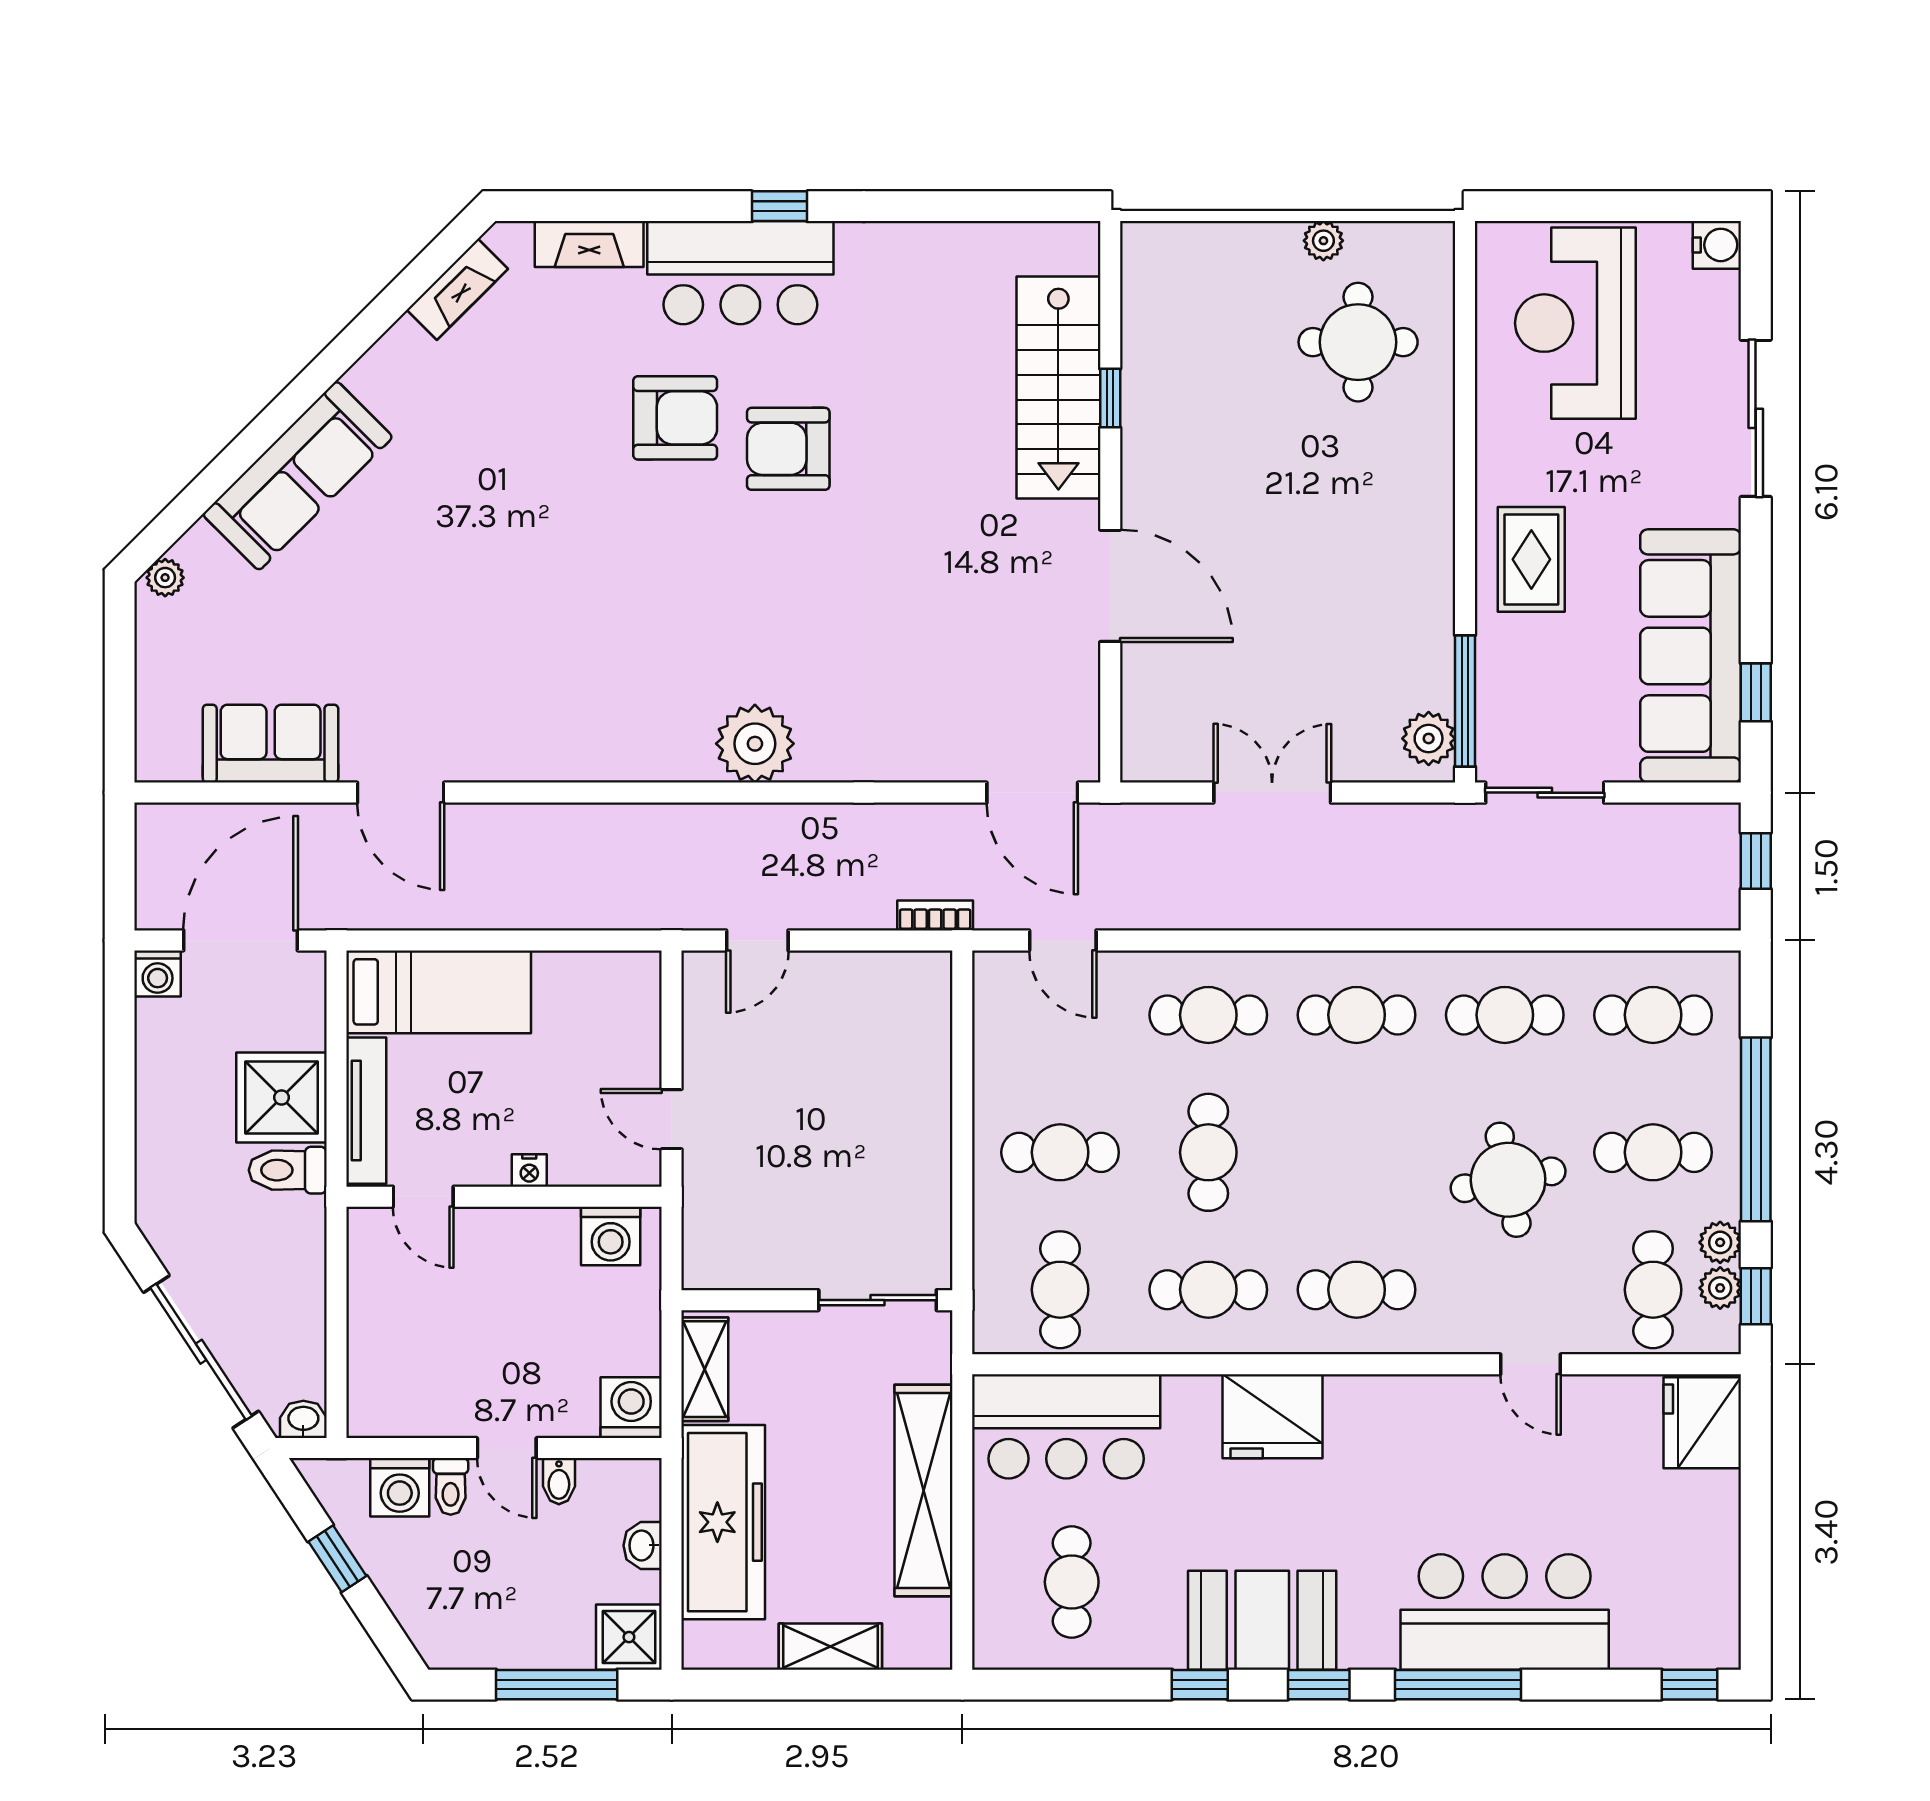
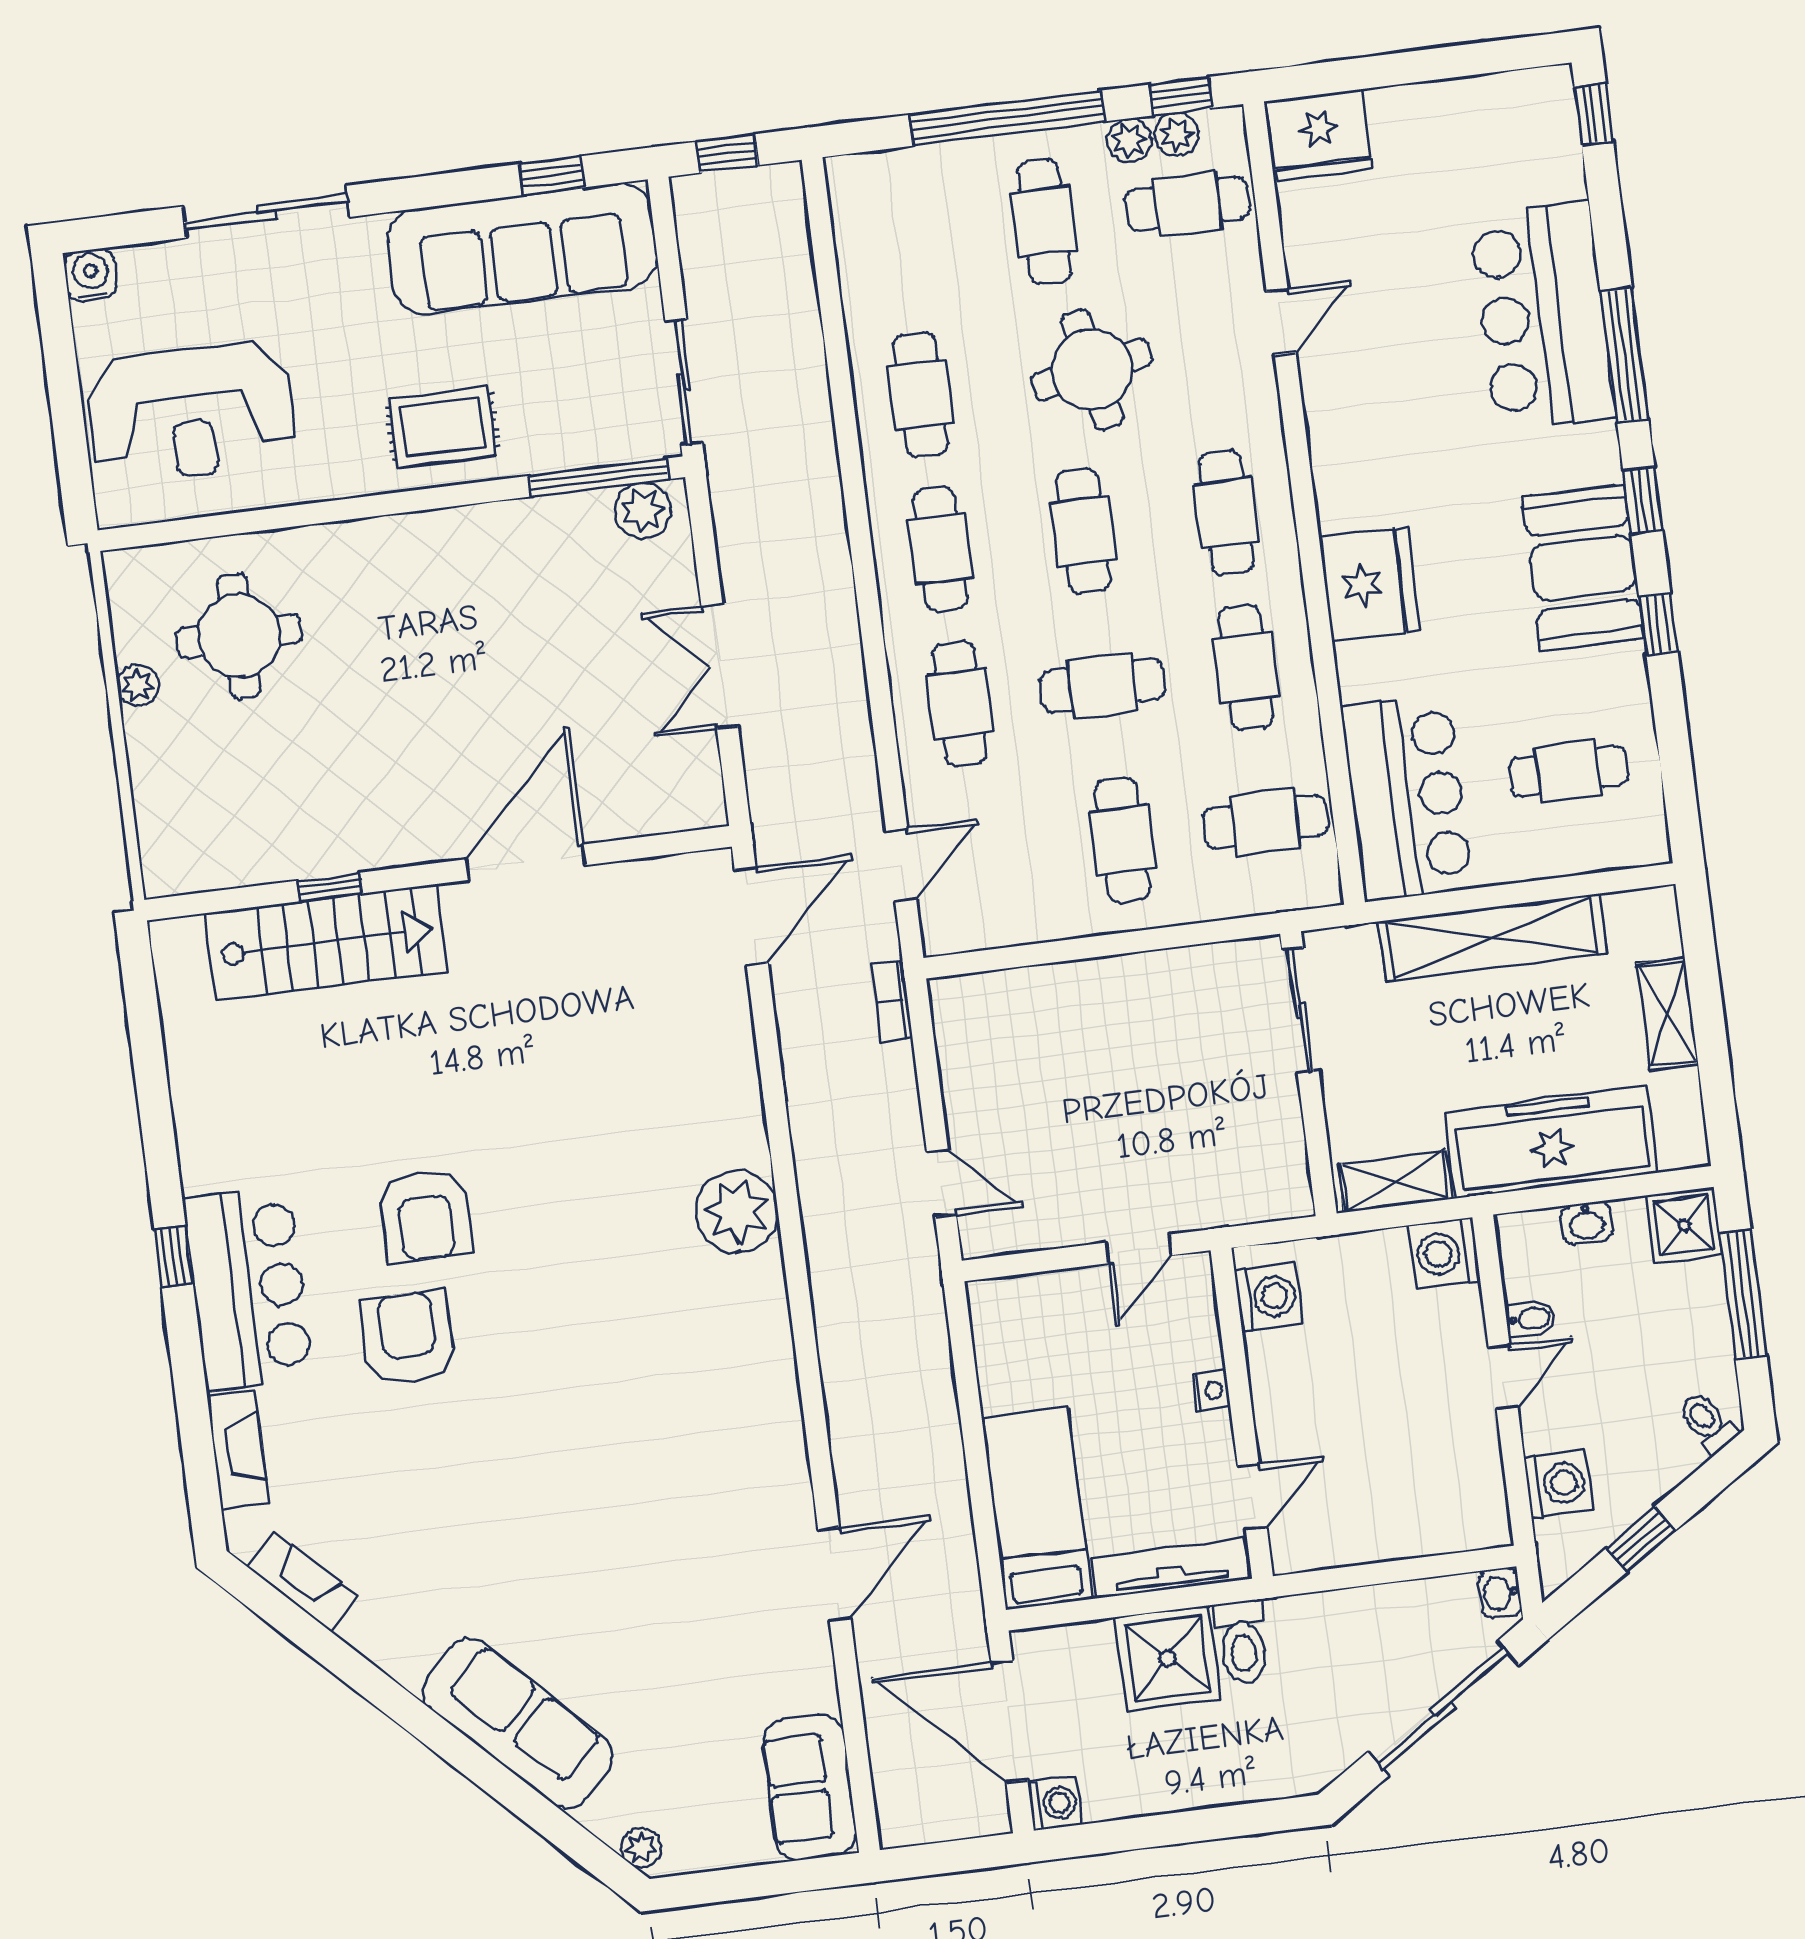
sofa: (271, 744) -> (809, 1787), moved
cafe table: (1653, 1015) -> (1083, 531), moved
toilet: (451, 1486) -> (1707, 1422), moved, turned -123

